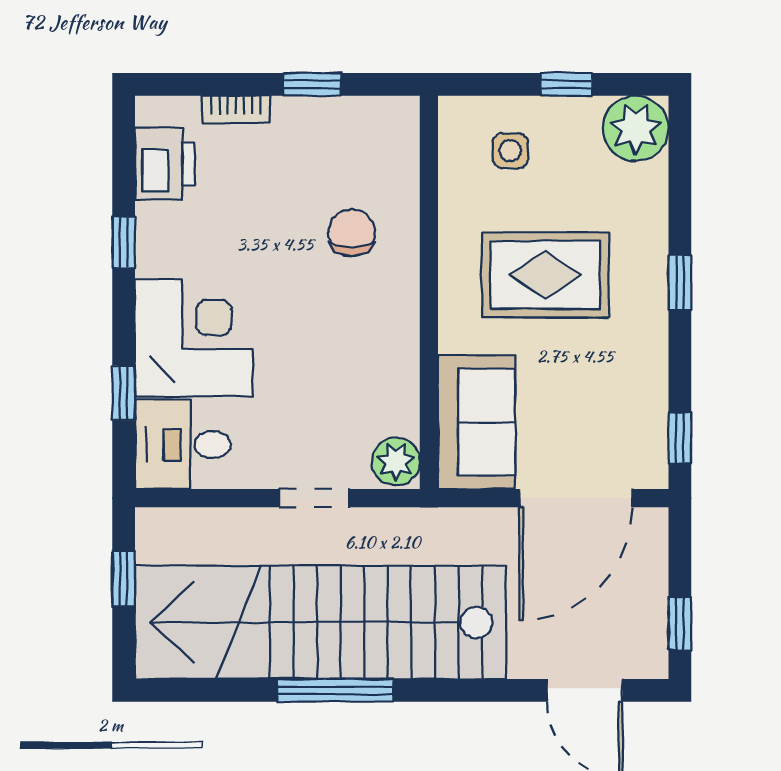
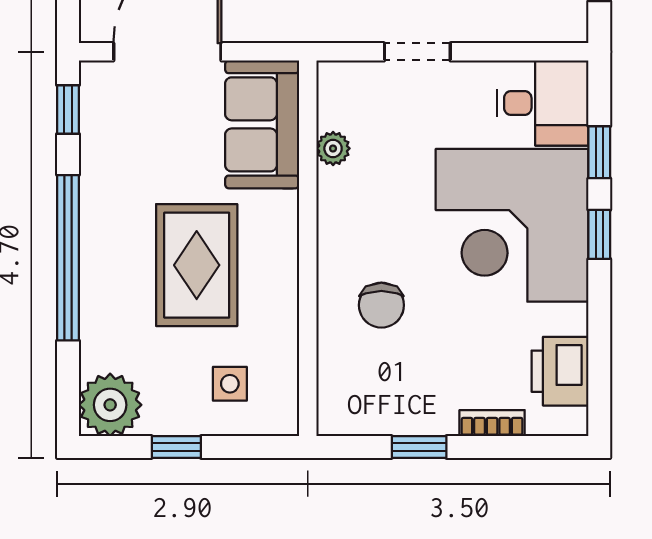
window: (124, 242) -> (599, 234), moved
rug: (545, 275) -> (197, 265), turned 90
window: (680, 283) -> (68, 258), width x3.17
corner desk: (194, 338) -> (512, 225), width x1.36, depth x1.36
plant: (396, 462) -> (333, 148), moved, width x0.73, depth x0.73

